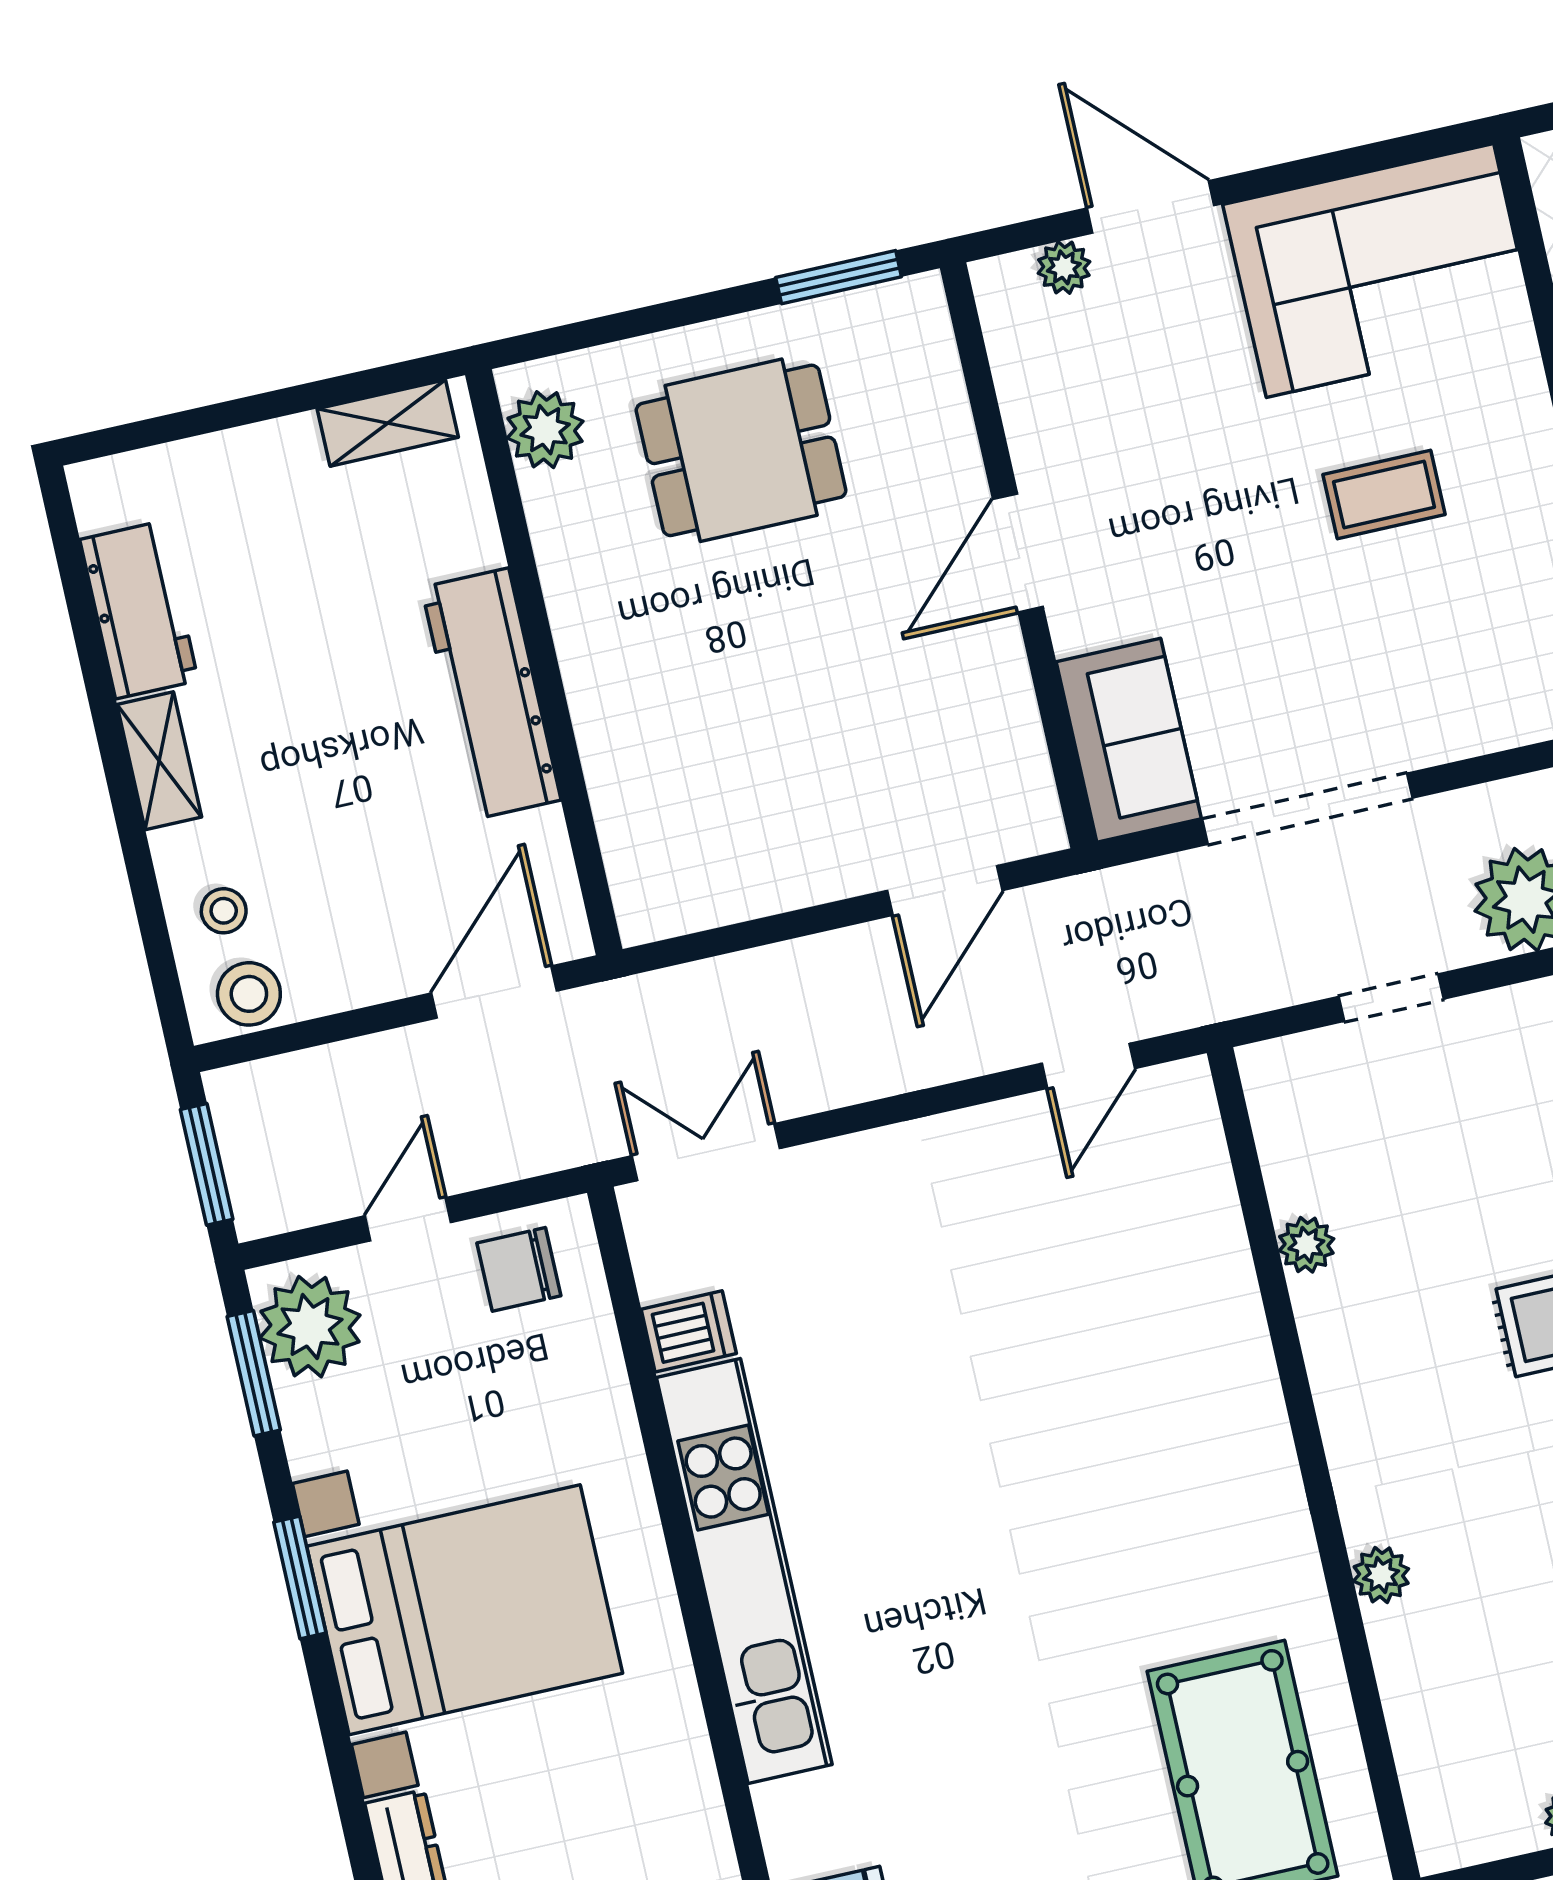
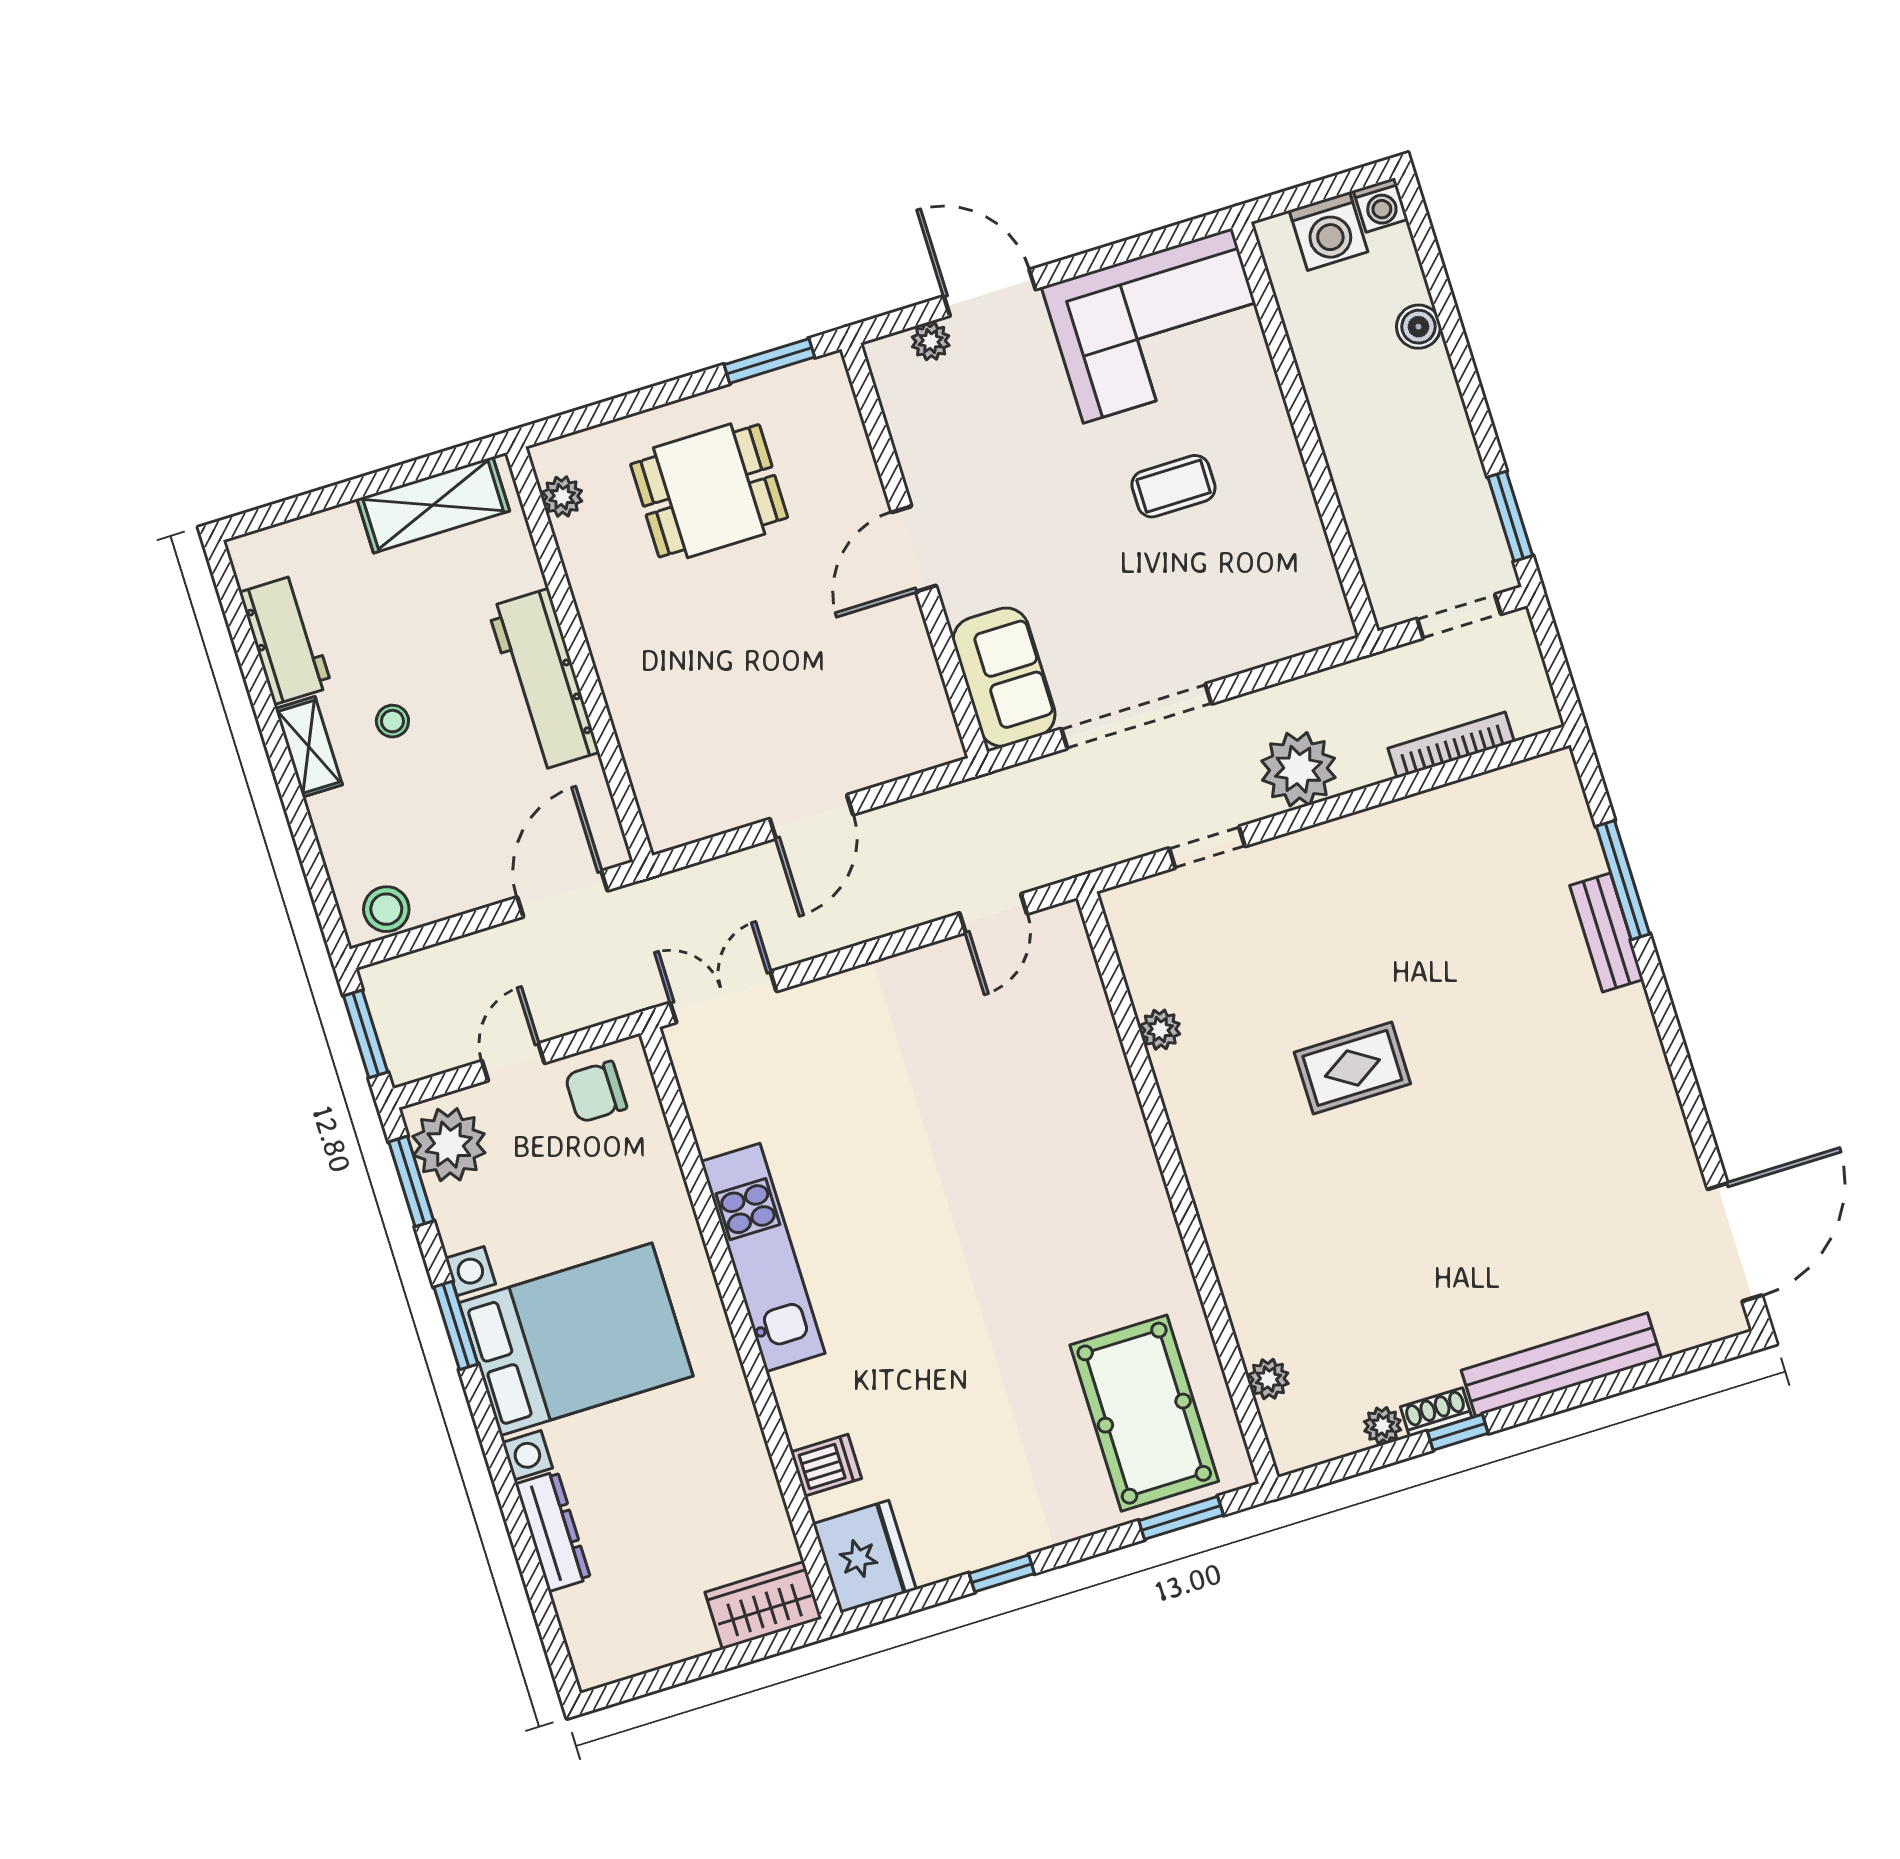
shelving: (388, 423) -> (433, 505), width x1.50, depth x1.33
plant: (545, 430) -> (562, 497), width x0.73, depth x0.73
door: (945, 890) -> (811, 817), moved
stool: (224, 911) -> (392, 721), moved
dishwasher: (689, 1331) -> (826, 1465), moved
kitchen unit: (744, 1571) -> (763, 1257), width x0.73
plant: (1381, 1575) -> (1269, 1379), moved

